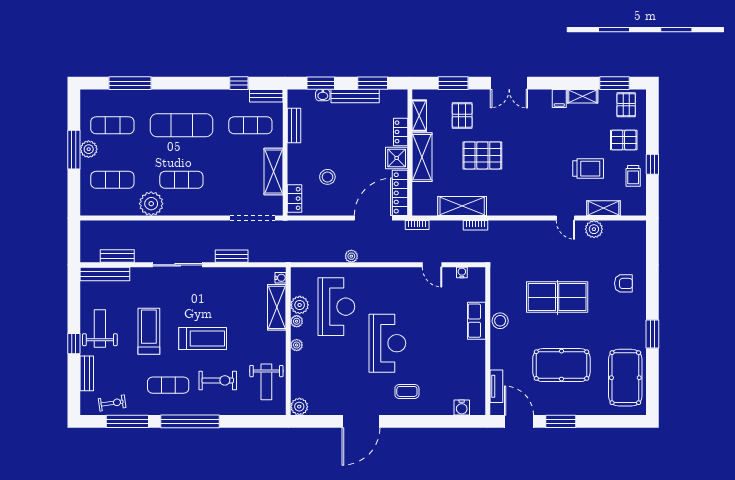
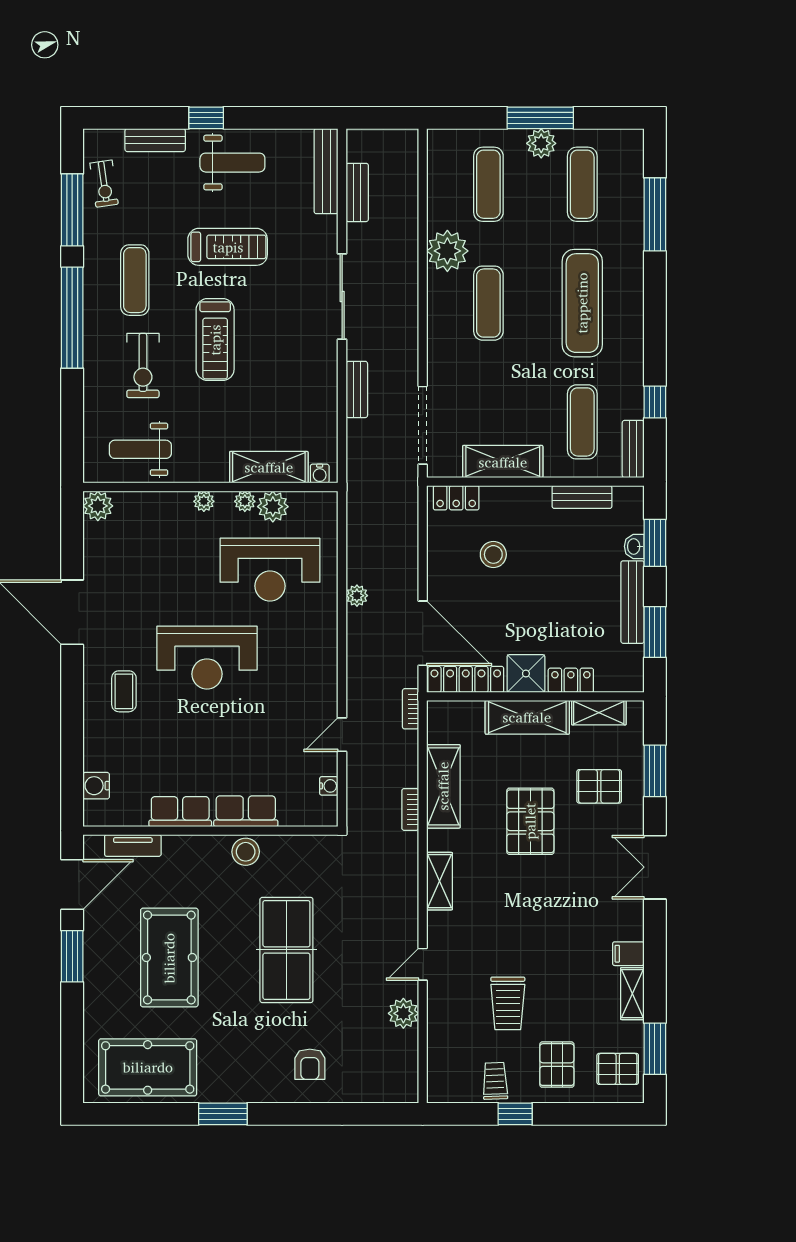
trolley: (633, 176) -> (495, 1081), turned 88
shelving: (603, 208) -> (440, 881), moved
row of seats: (477, 359) -> (180, 812), added

